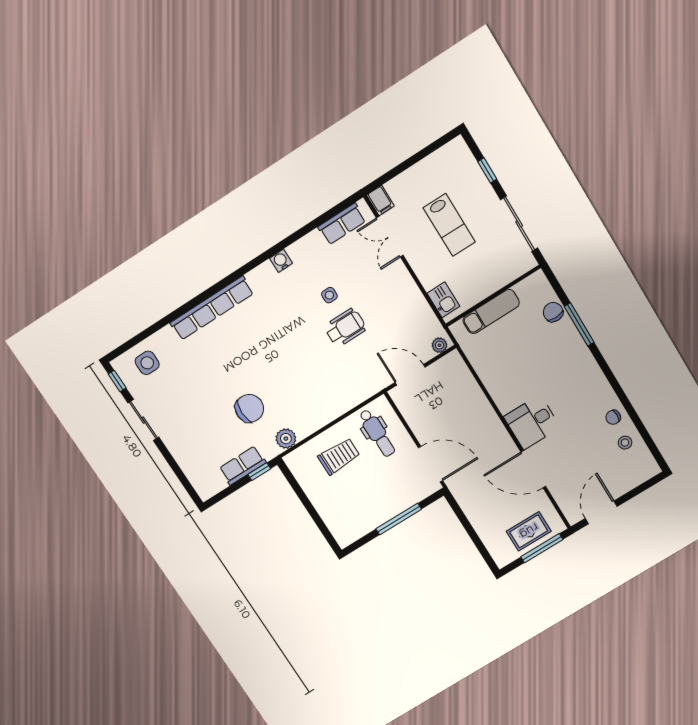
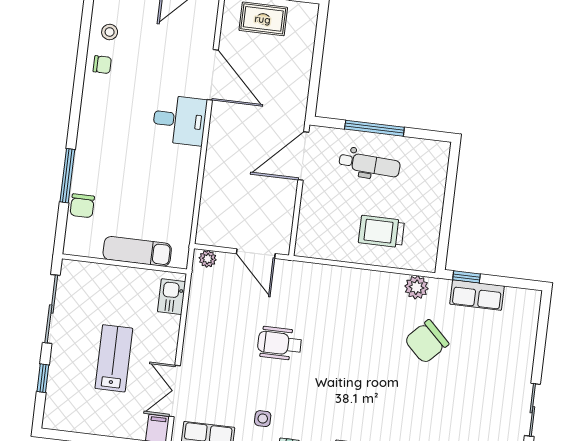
double door: (390, 237) -> (175, 391), swing flipped
side table: (329, 295) -> (263, 419), moved
chair: (249, 408) -> (427, 342), turned -46
dental chair: (377, 433) -> (370, 164), moved, turned 93
door: (431, 464) -> (303, 156), hinge flipped

